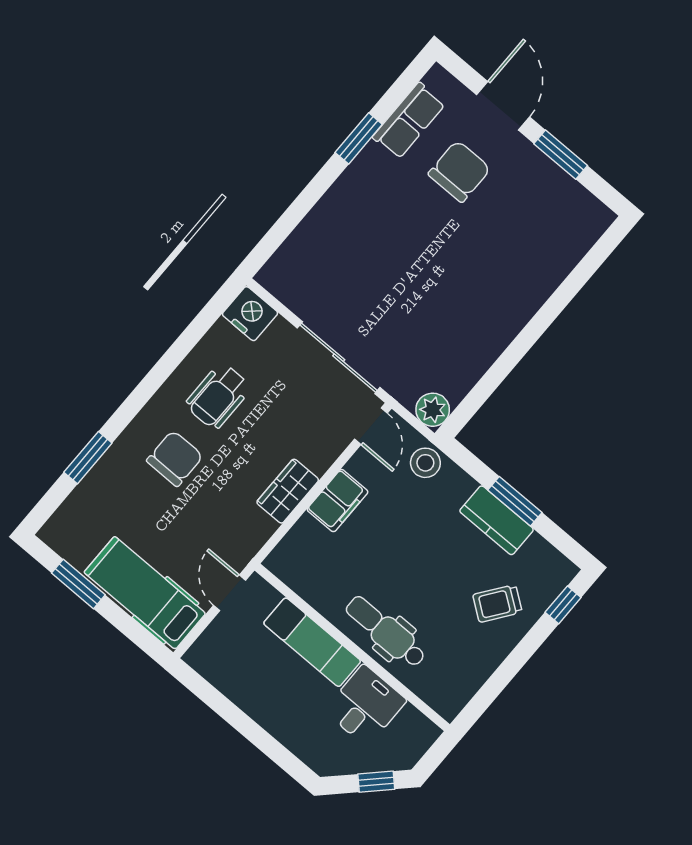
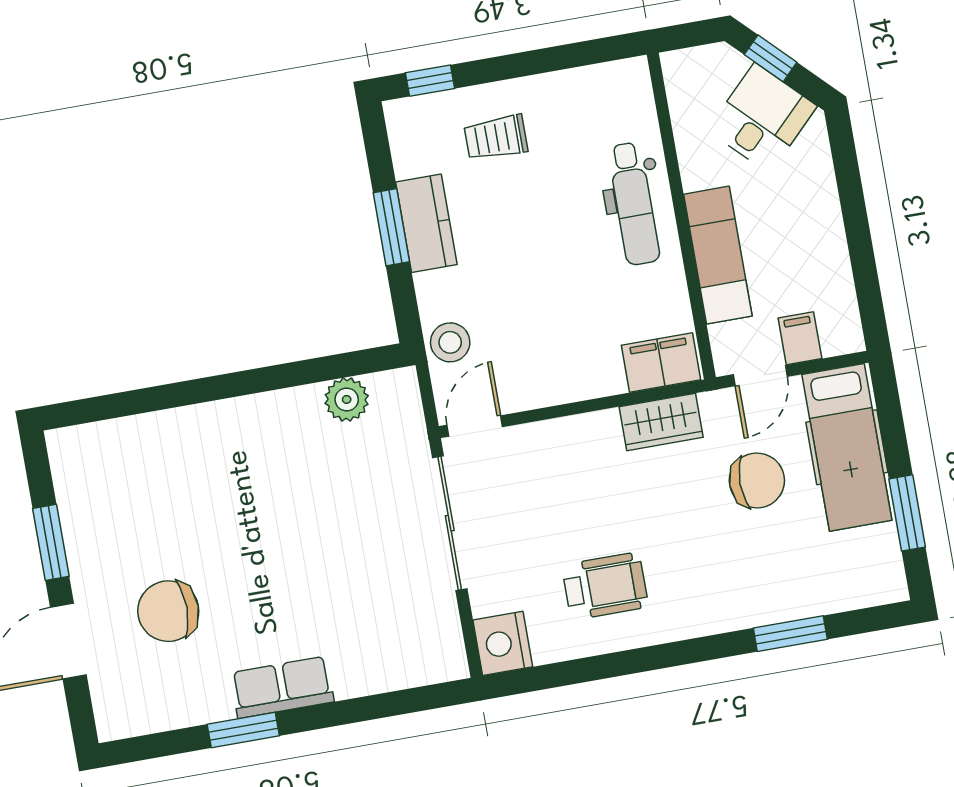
row of seats: (409, 121) -> (282, 687), moved
plant: (433, 410) -> (347, 399), moved
chair: (175, 458) -> (757, 481), moved, turned 180
wardrobe: (288, 491) -> (661, 422), moved
filing cabinet: (337, 501) -> (661, 363), moved
trolley: (497, 603) -> (496, 138), turned 144
filing cabinet: (225, 634) -> (800, 338), added
desk: (365, 706) -> (762, 118), moved, turned 135

